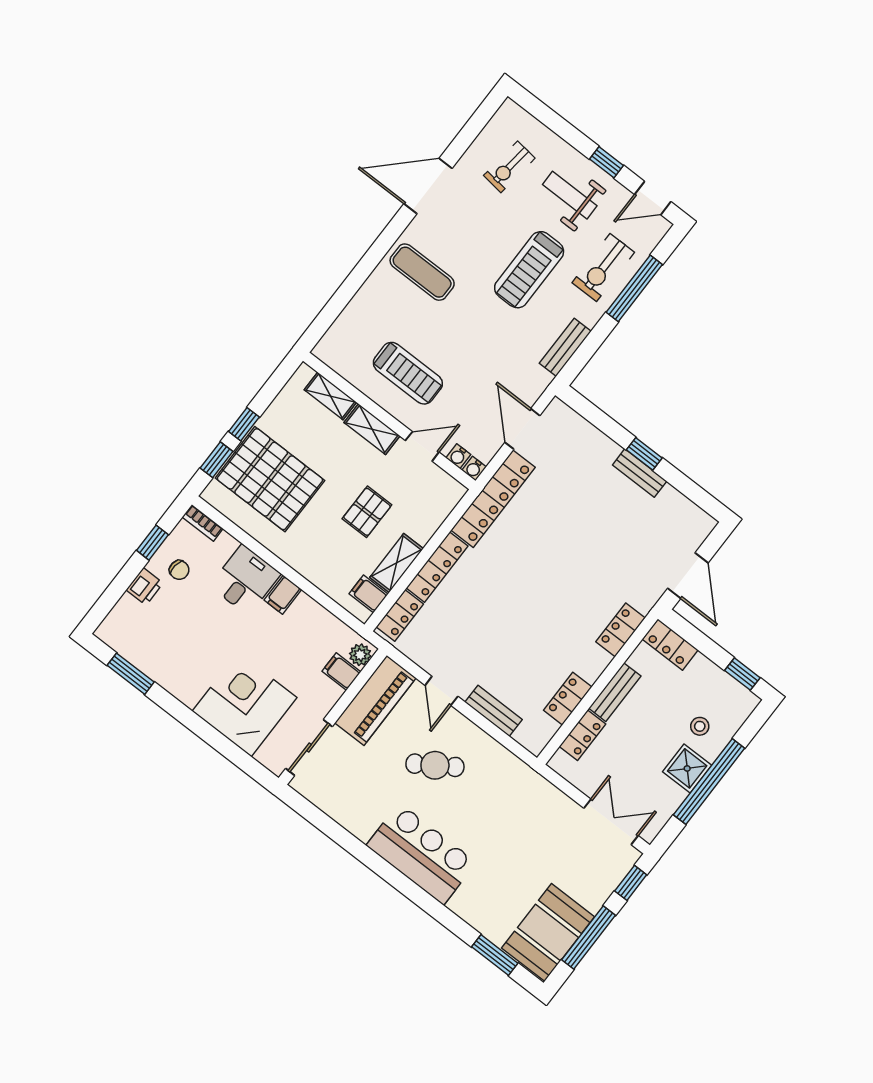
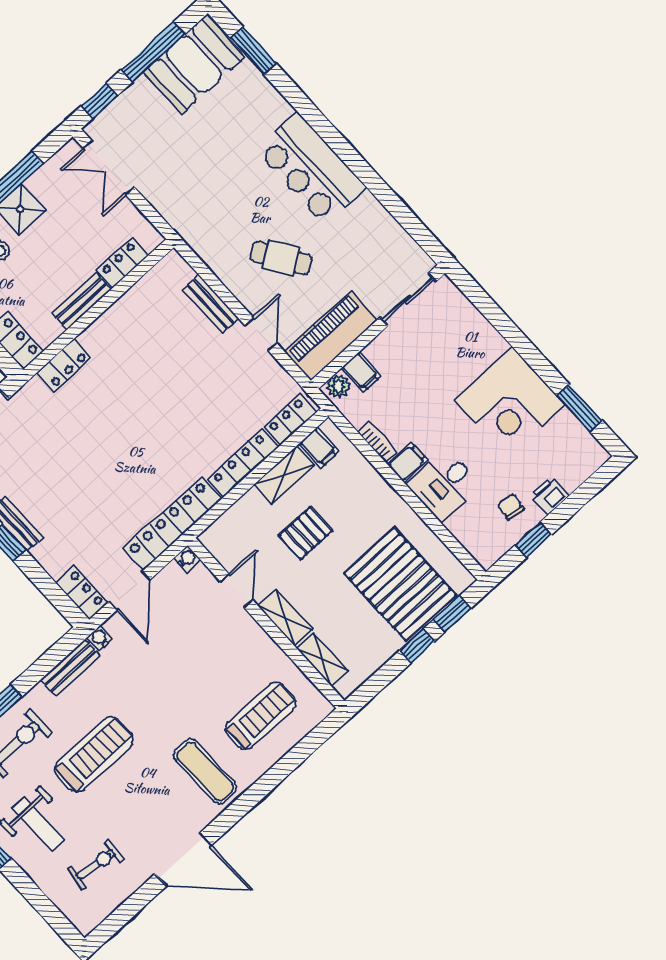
treadmill: (408, 373) -> (261, 716), moved, turned 90
door: (422, 446) -> (237, 591), swing flipped
water cooler: (458, 456) -> (100, 638), moved, turned -90
bookcase: (203, 523) -> (378, 442), moved
locker: (568, 699) -> (82, 593), moved, turned -90
corner desk: (245, 704) -> (510, 402), moved

